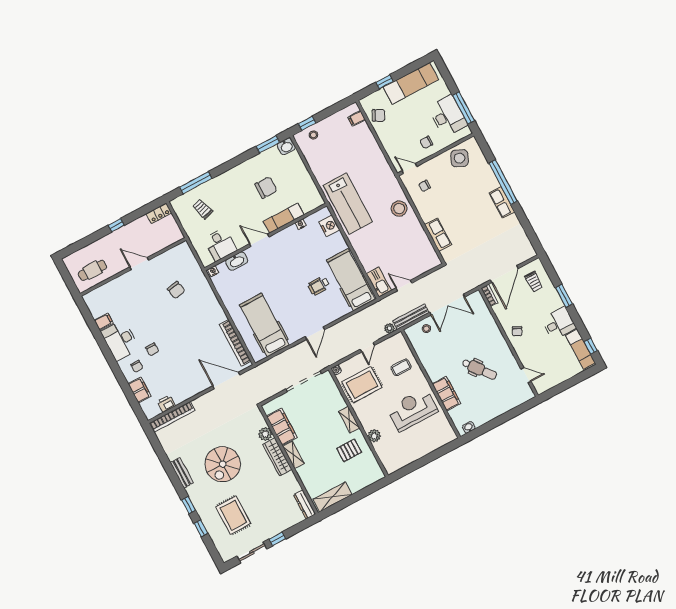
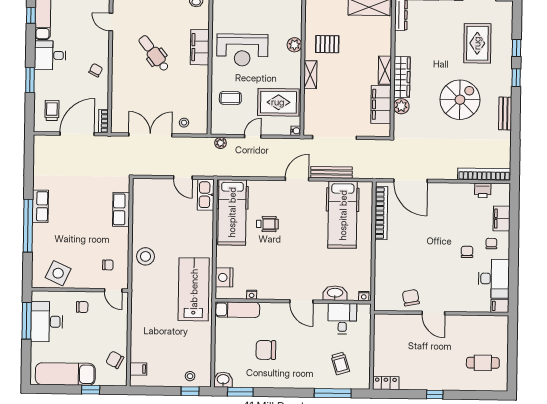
exam couch: (284, 218) -> (237, 310), moved
door: (139, 264) -> (433, 313), moved
wall: (133, 267) -> (441, 313), moved
bench: (411, 317) -> (331, 172), moved

